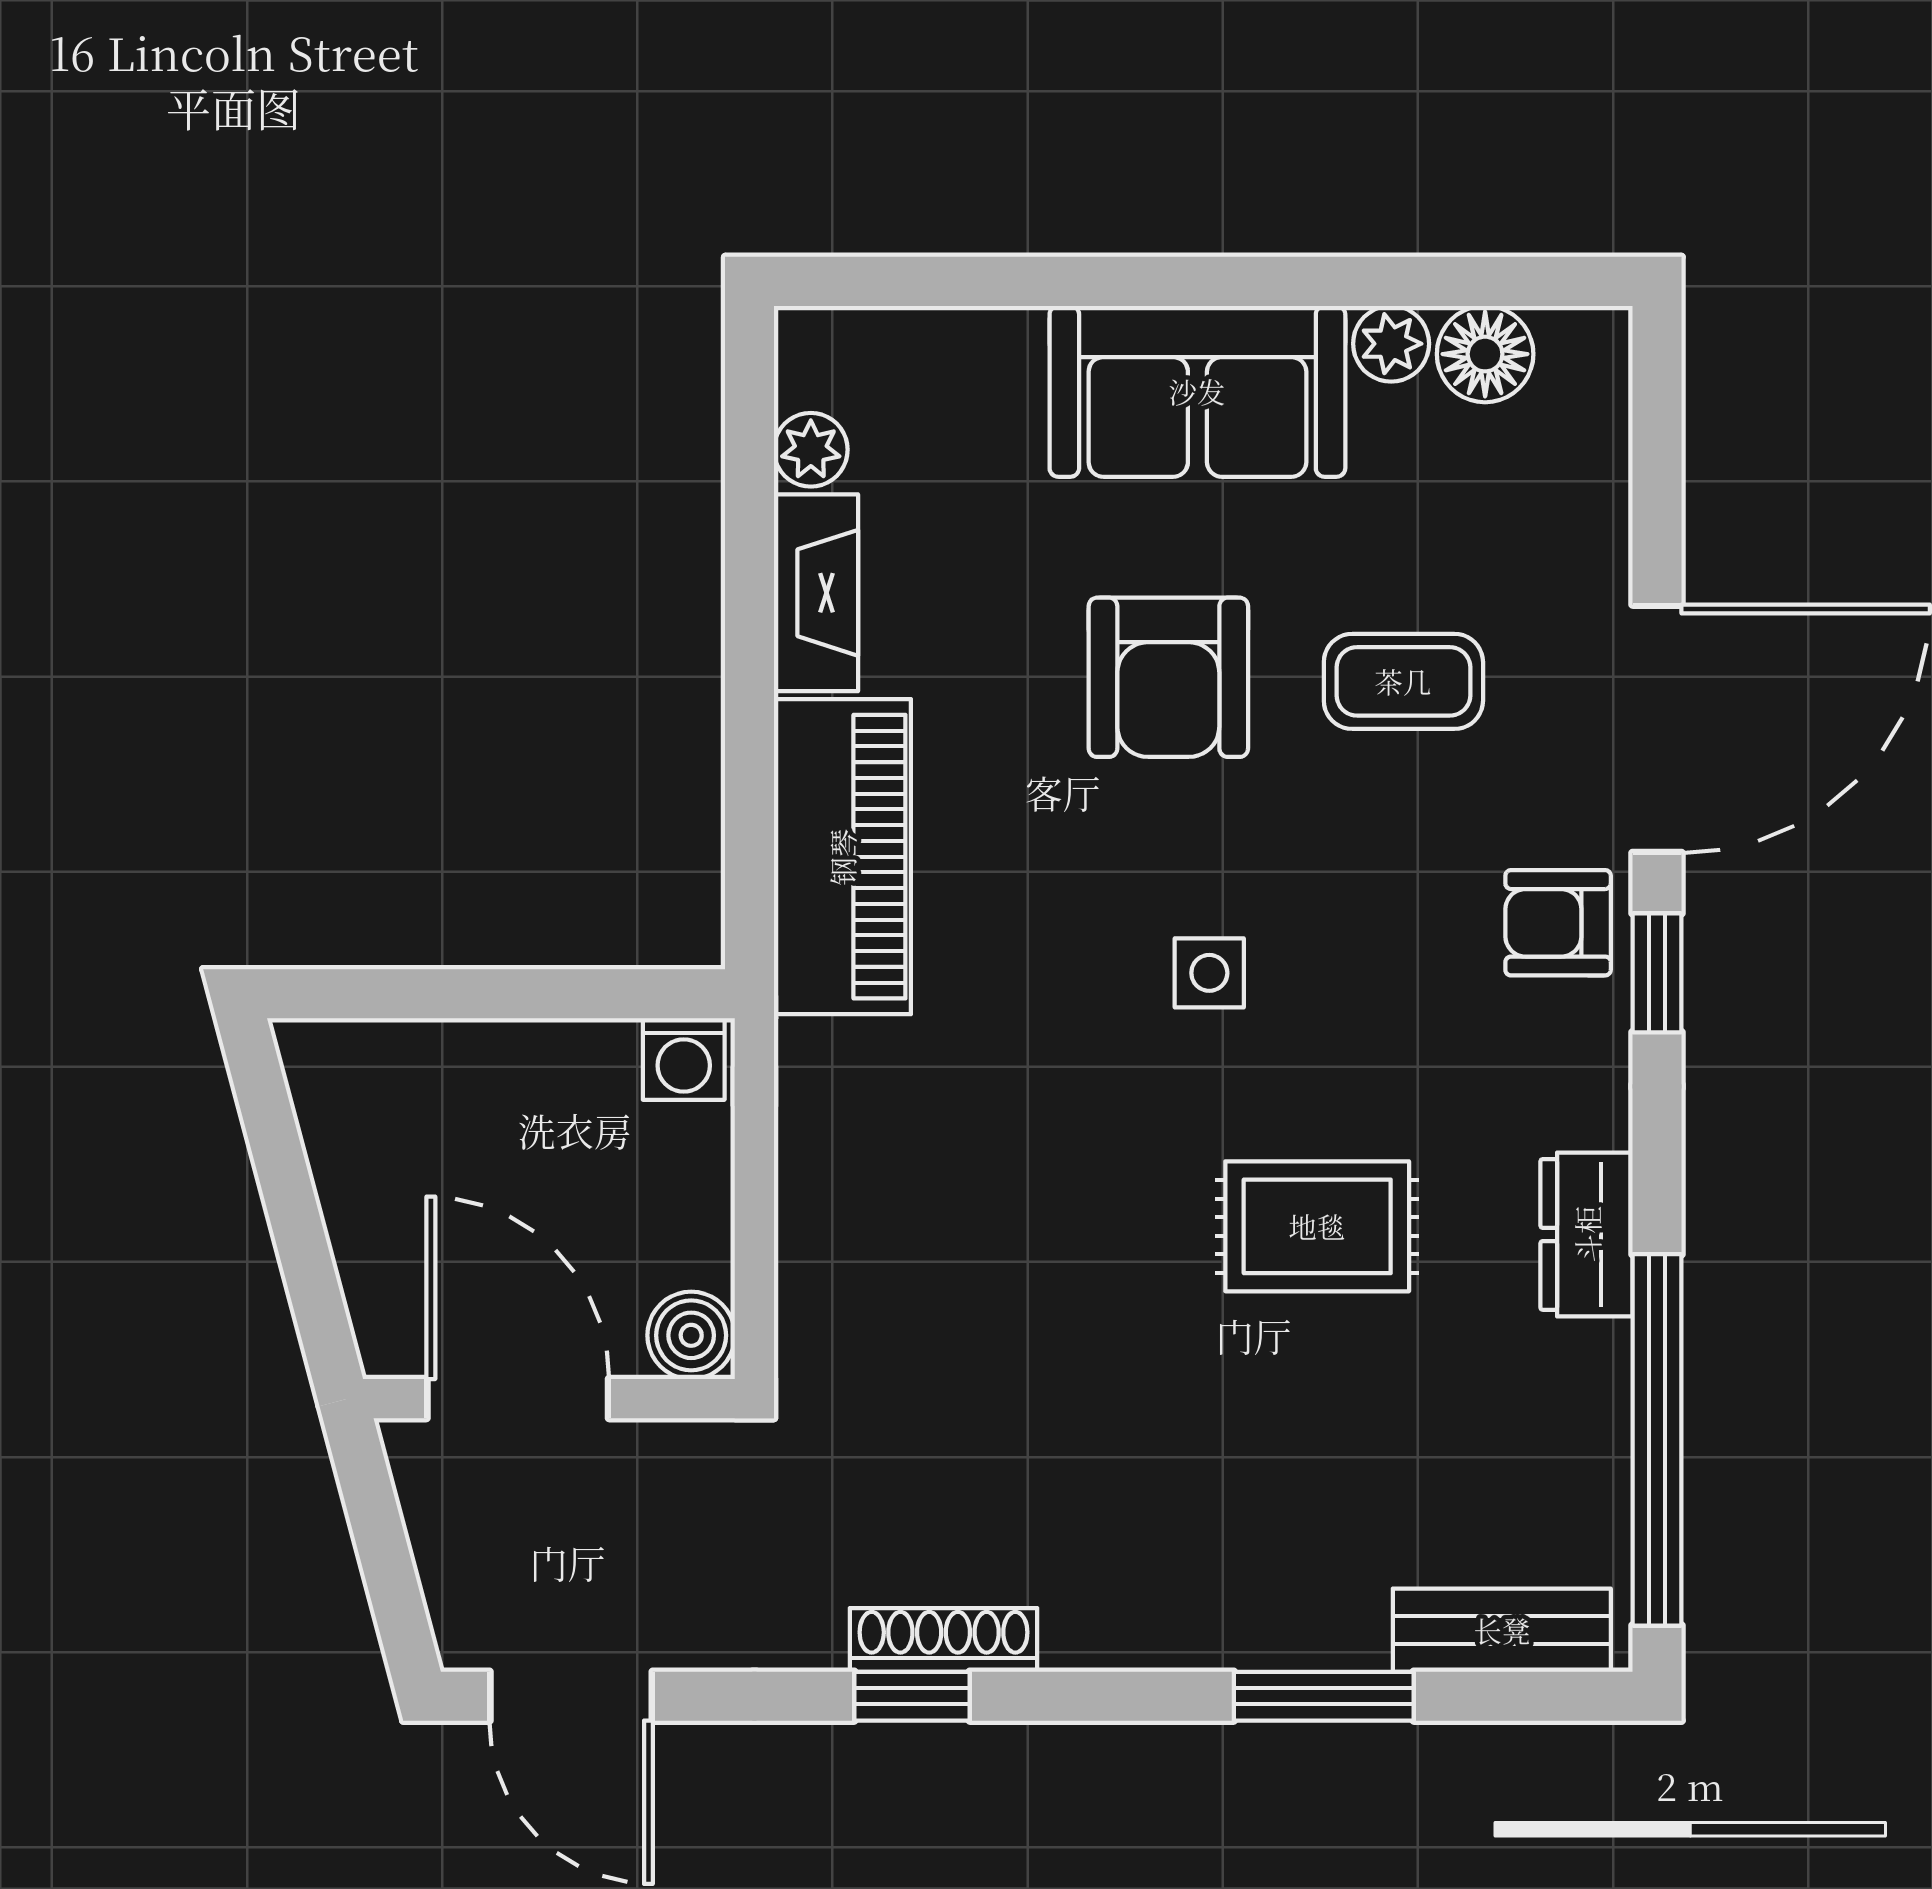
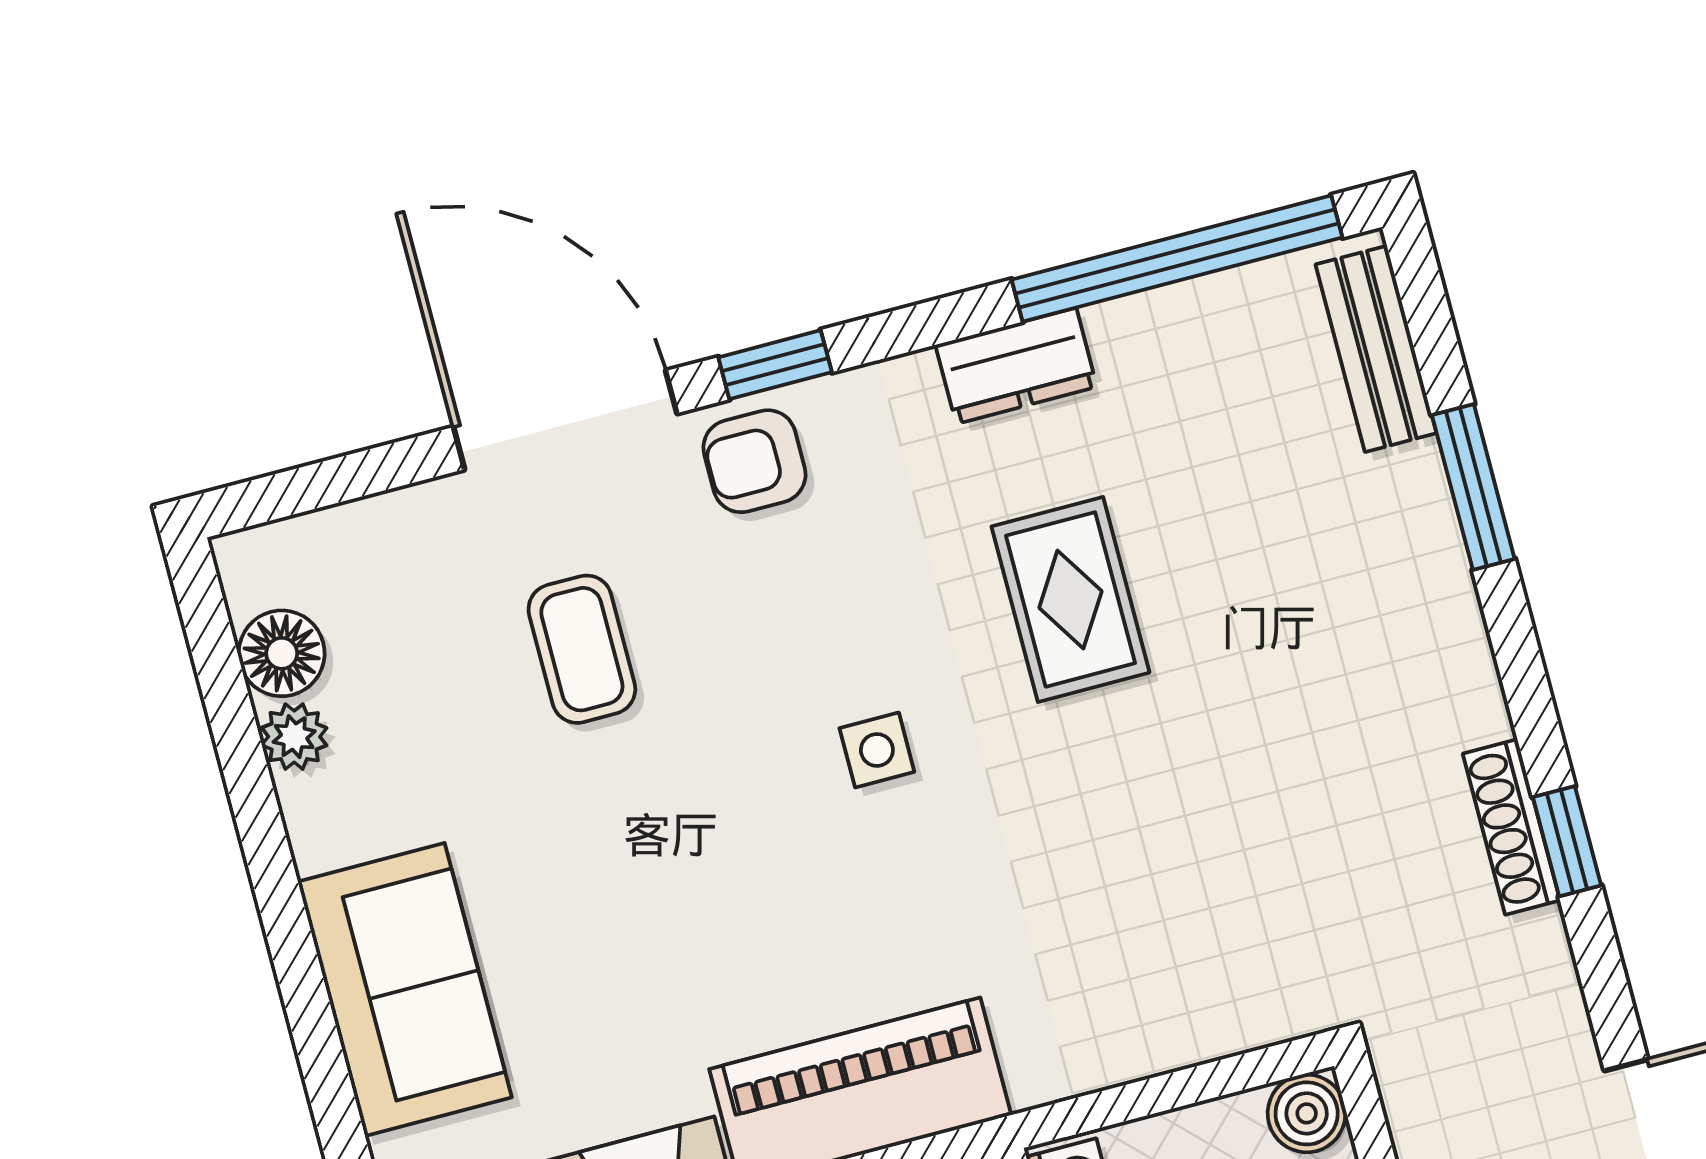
sofa: (1197, 391) -> (405, 990), moved
armchair: (1168, 677) -> (632, 852), removed
armchair: (1558, 923) -> (754, 461), turned 90

